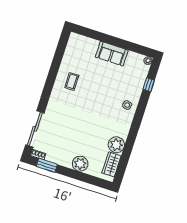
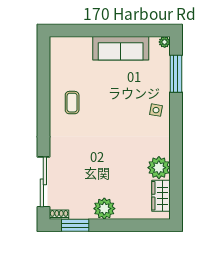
sofa: (112, 54) -> (121, 48), width x1.36
window: (149, 85) -> (176, 74), width x2.17
plant: (80, 164) -> (104, 209), moved

